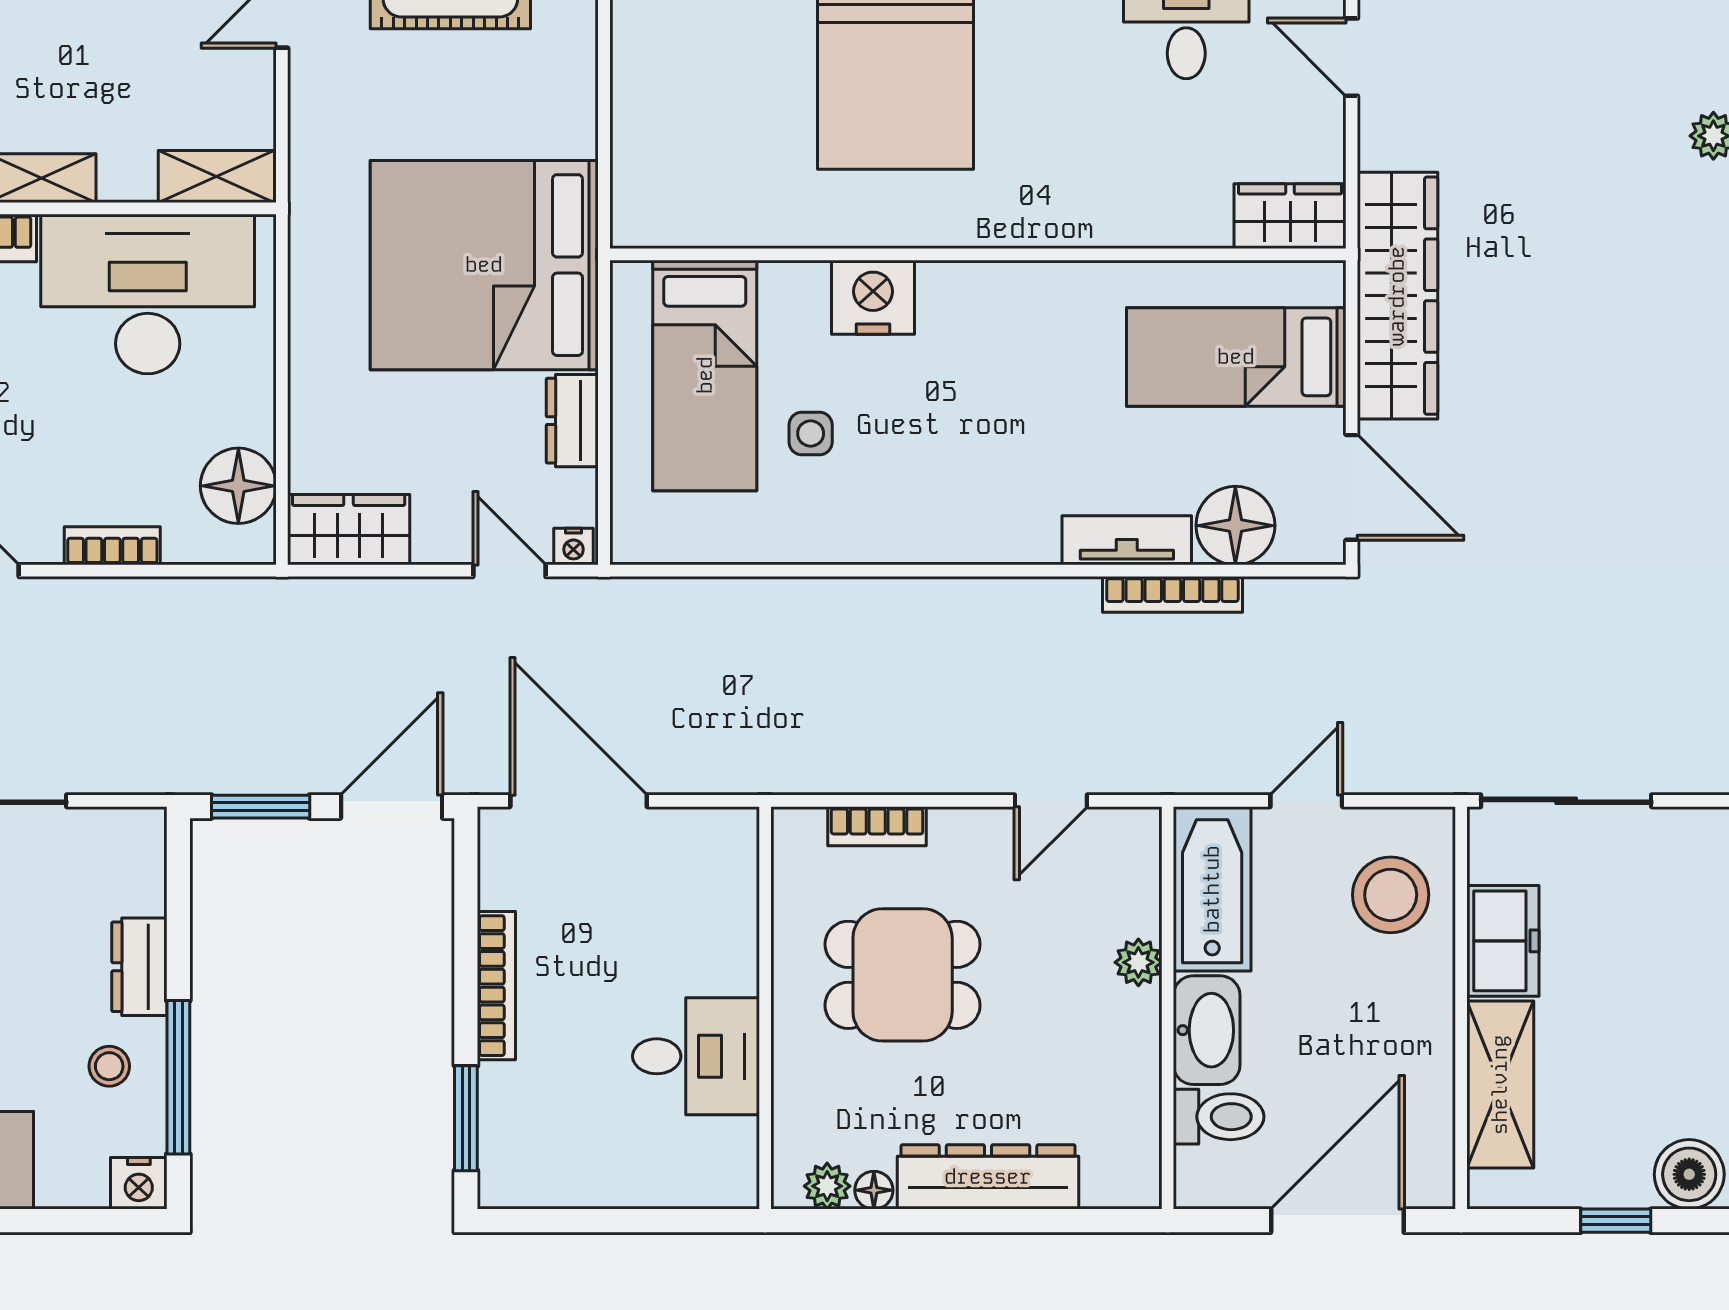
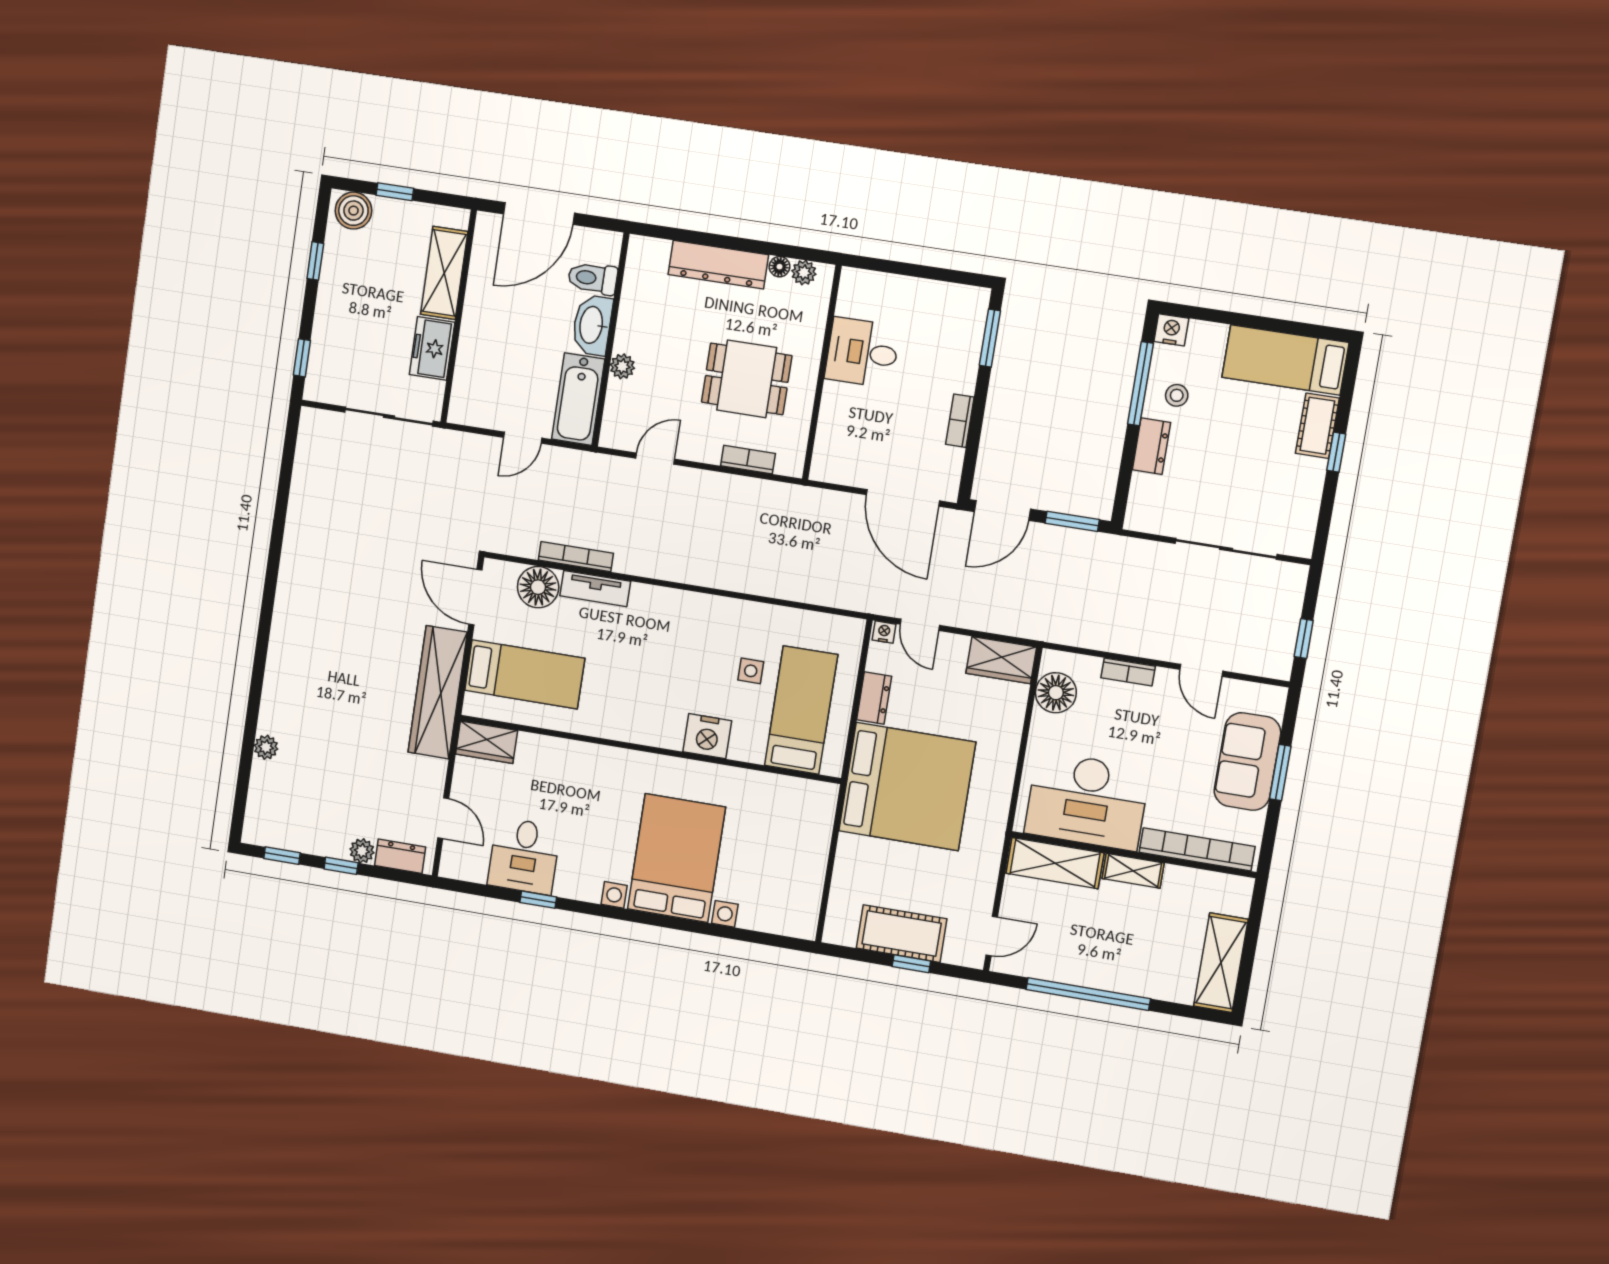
shelving: (216, 177) -> (1055, 863), width x1.50, depth x1.33
stool: (1391, 895) -> (486, 382), removed
bookcase: (496, 986) -> (960, 421), width x0.64

